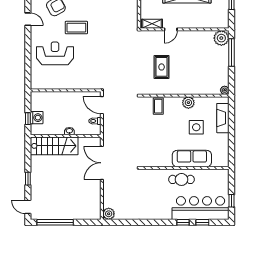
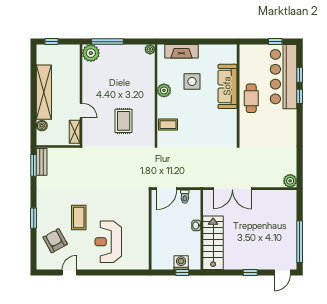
rug: (162, 67) -> (124, 121), turned 90

